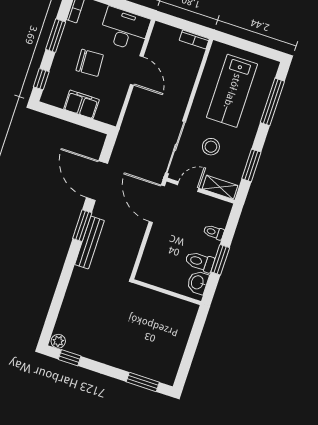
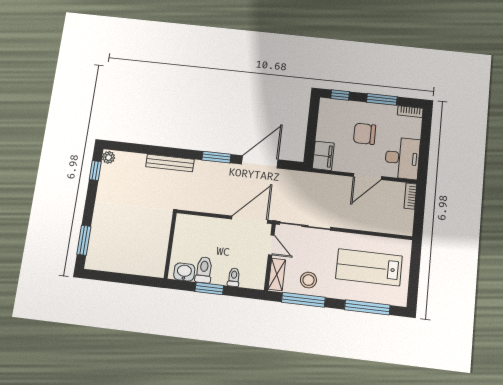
bookcase: (194, 39) -> (410, 196), moved
chair: (90, 63) -> (365, 134), turned 93
filing cabinet: (81, 104) -> (323, 156), moved
stool: (211, 147) -> (308, 280), moved
window: (251, 165) -> (303, 300), width x1.44
bench: (89, 243) -> (170, 163), moved

